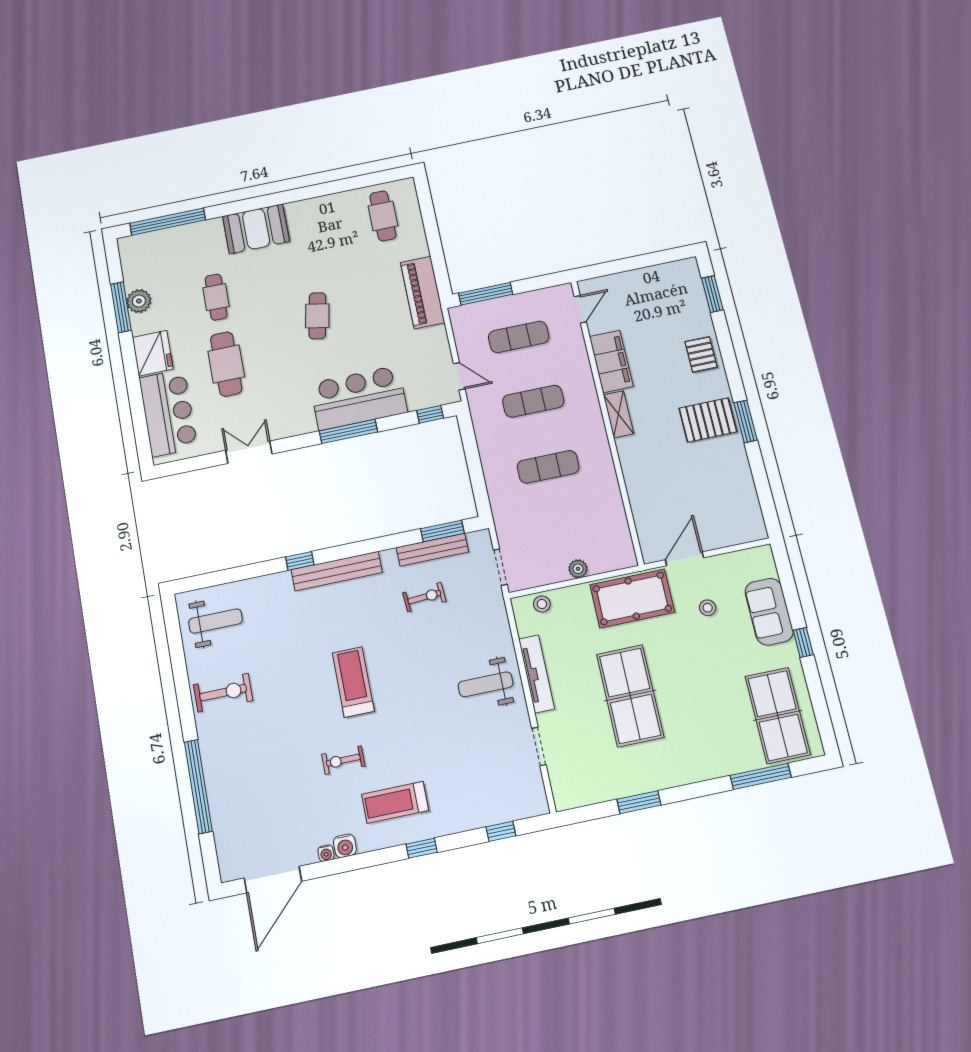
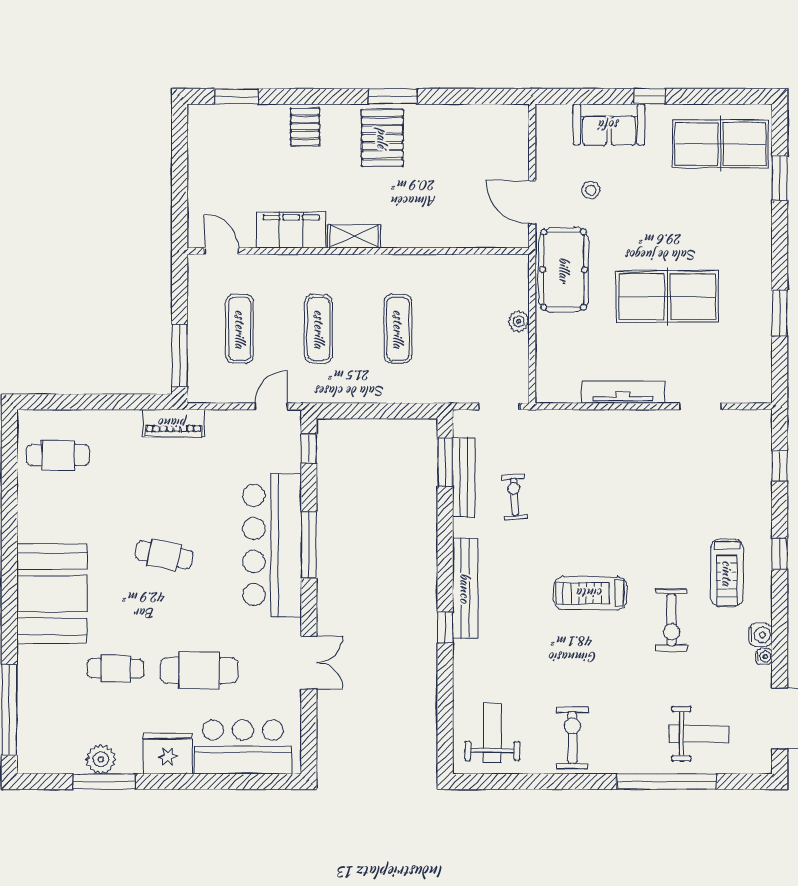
booth: (256, 229) -> (52, 594), width x1.36, depth x1.42
piano: (423, 292) -> (173, 423), width x0.73, depth x0.75
pallet: (701, 354) -> (305, 127), turned 90
bar counter: (359, 398) -> (272, 545), width x1.36
double door: (249, 452) -> (309, 662), swing flipped
stool: (542, 604) -> (549, 370), removed
weight bench: (486, 684) -> (699, 734), moved, turned -90
exercise bike: (343, 760) -> (671, 620), width x1.38, depth x1.39
window: (761, 776) -> (780, 178), width x0.69

